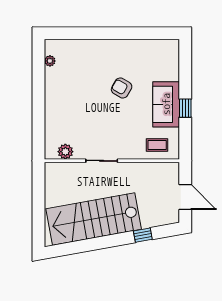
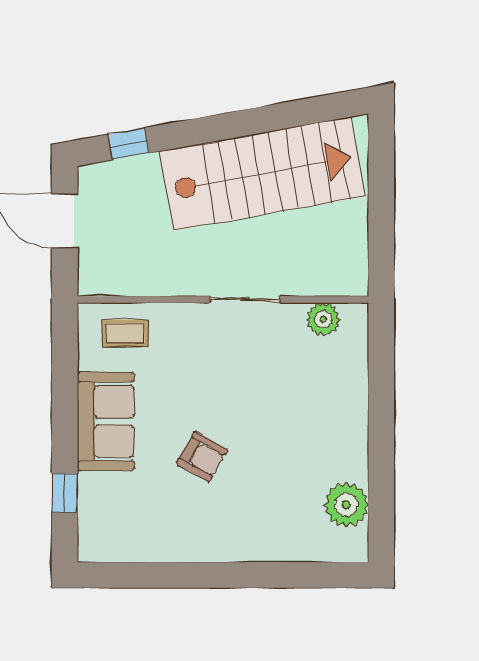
plant: (50, 61) -> (346, 505), width x1.88, depth x1.88
window: (185, 108) -> (65, 493), moved
window: (143, 235) -> (129, 144), moved

